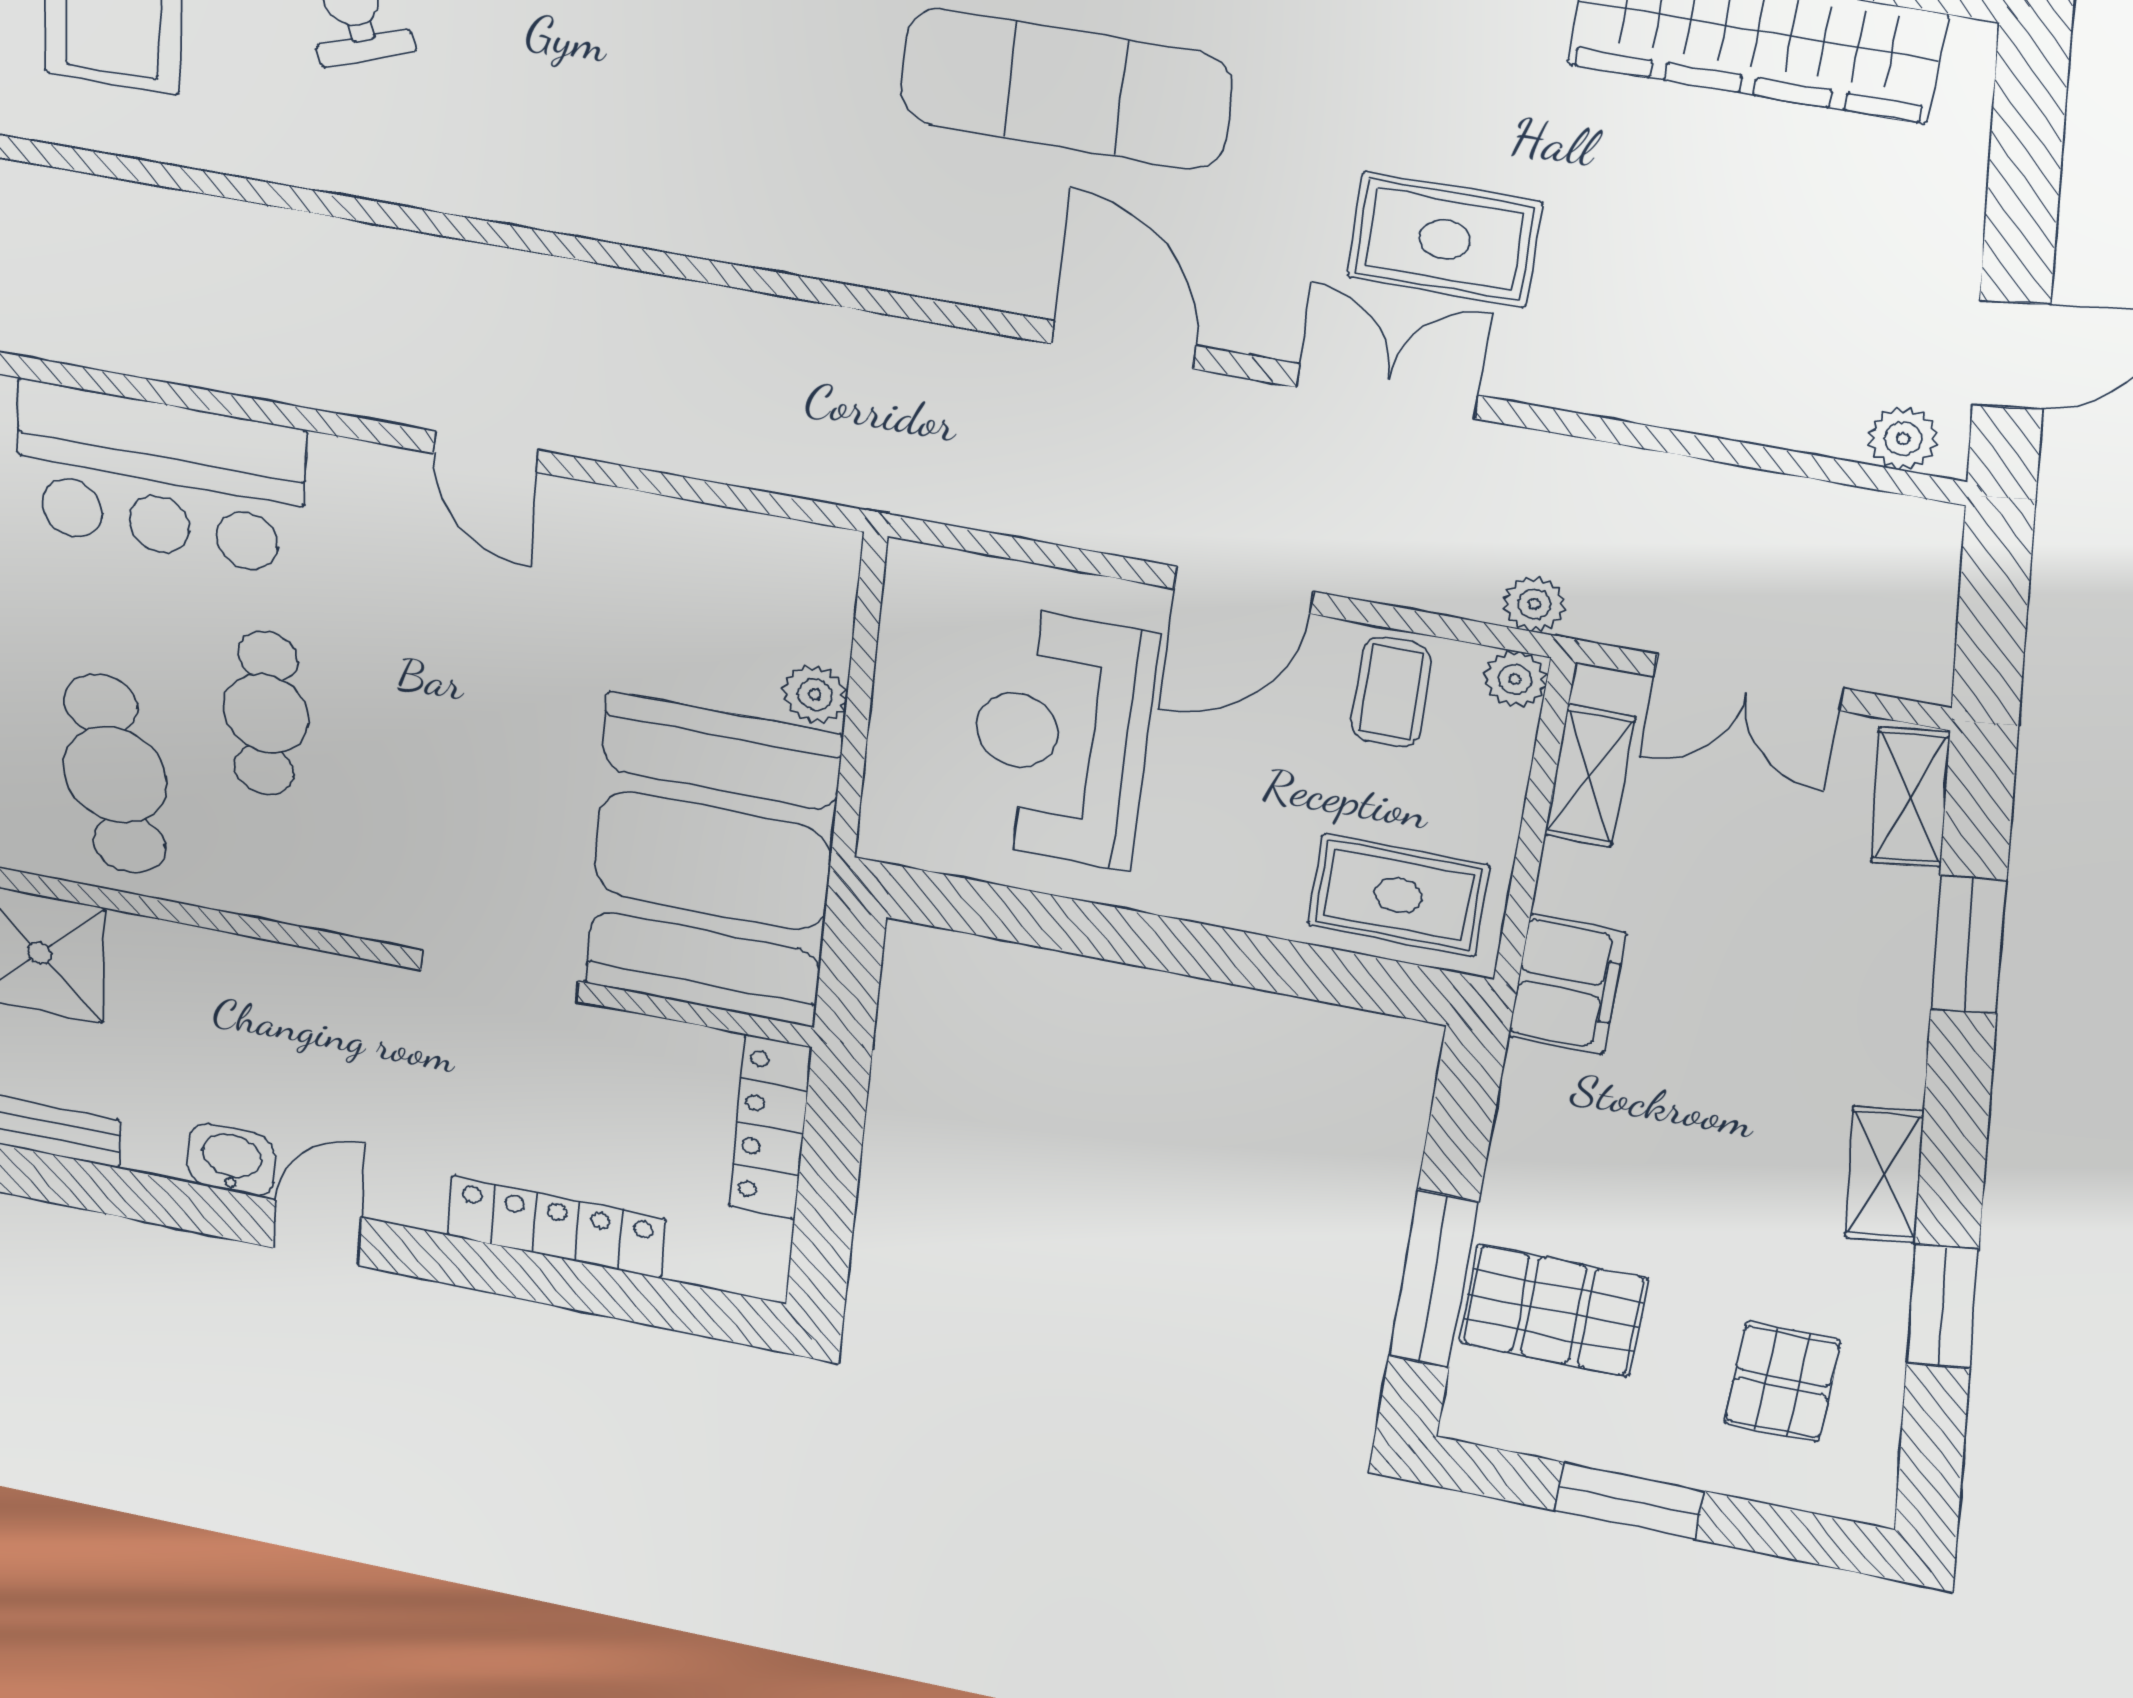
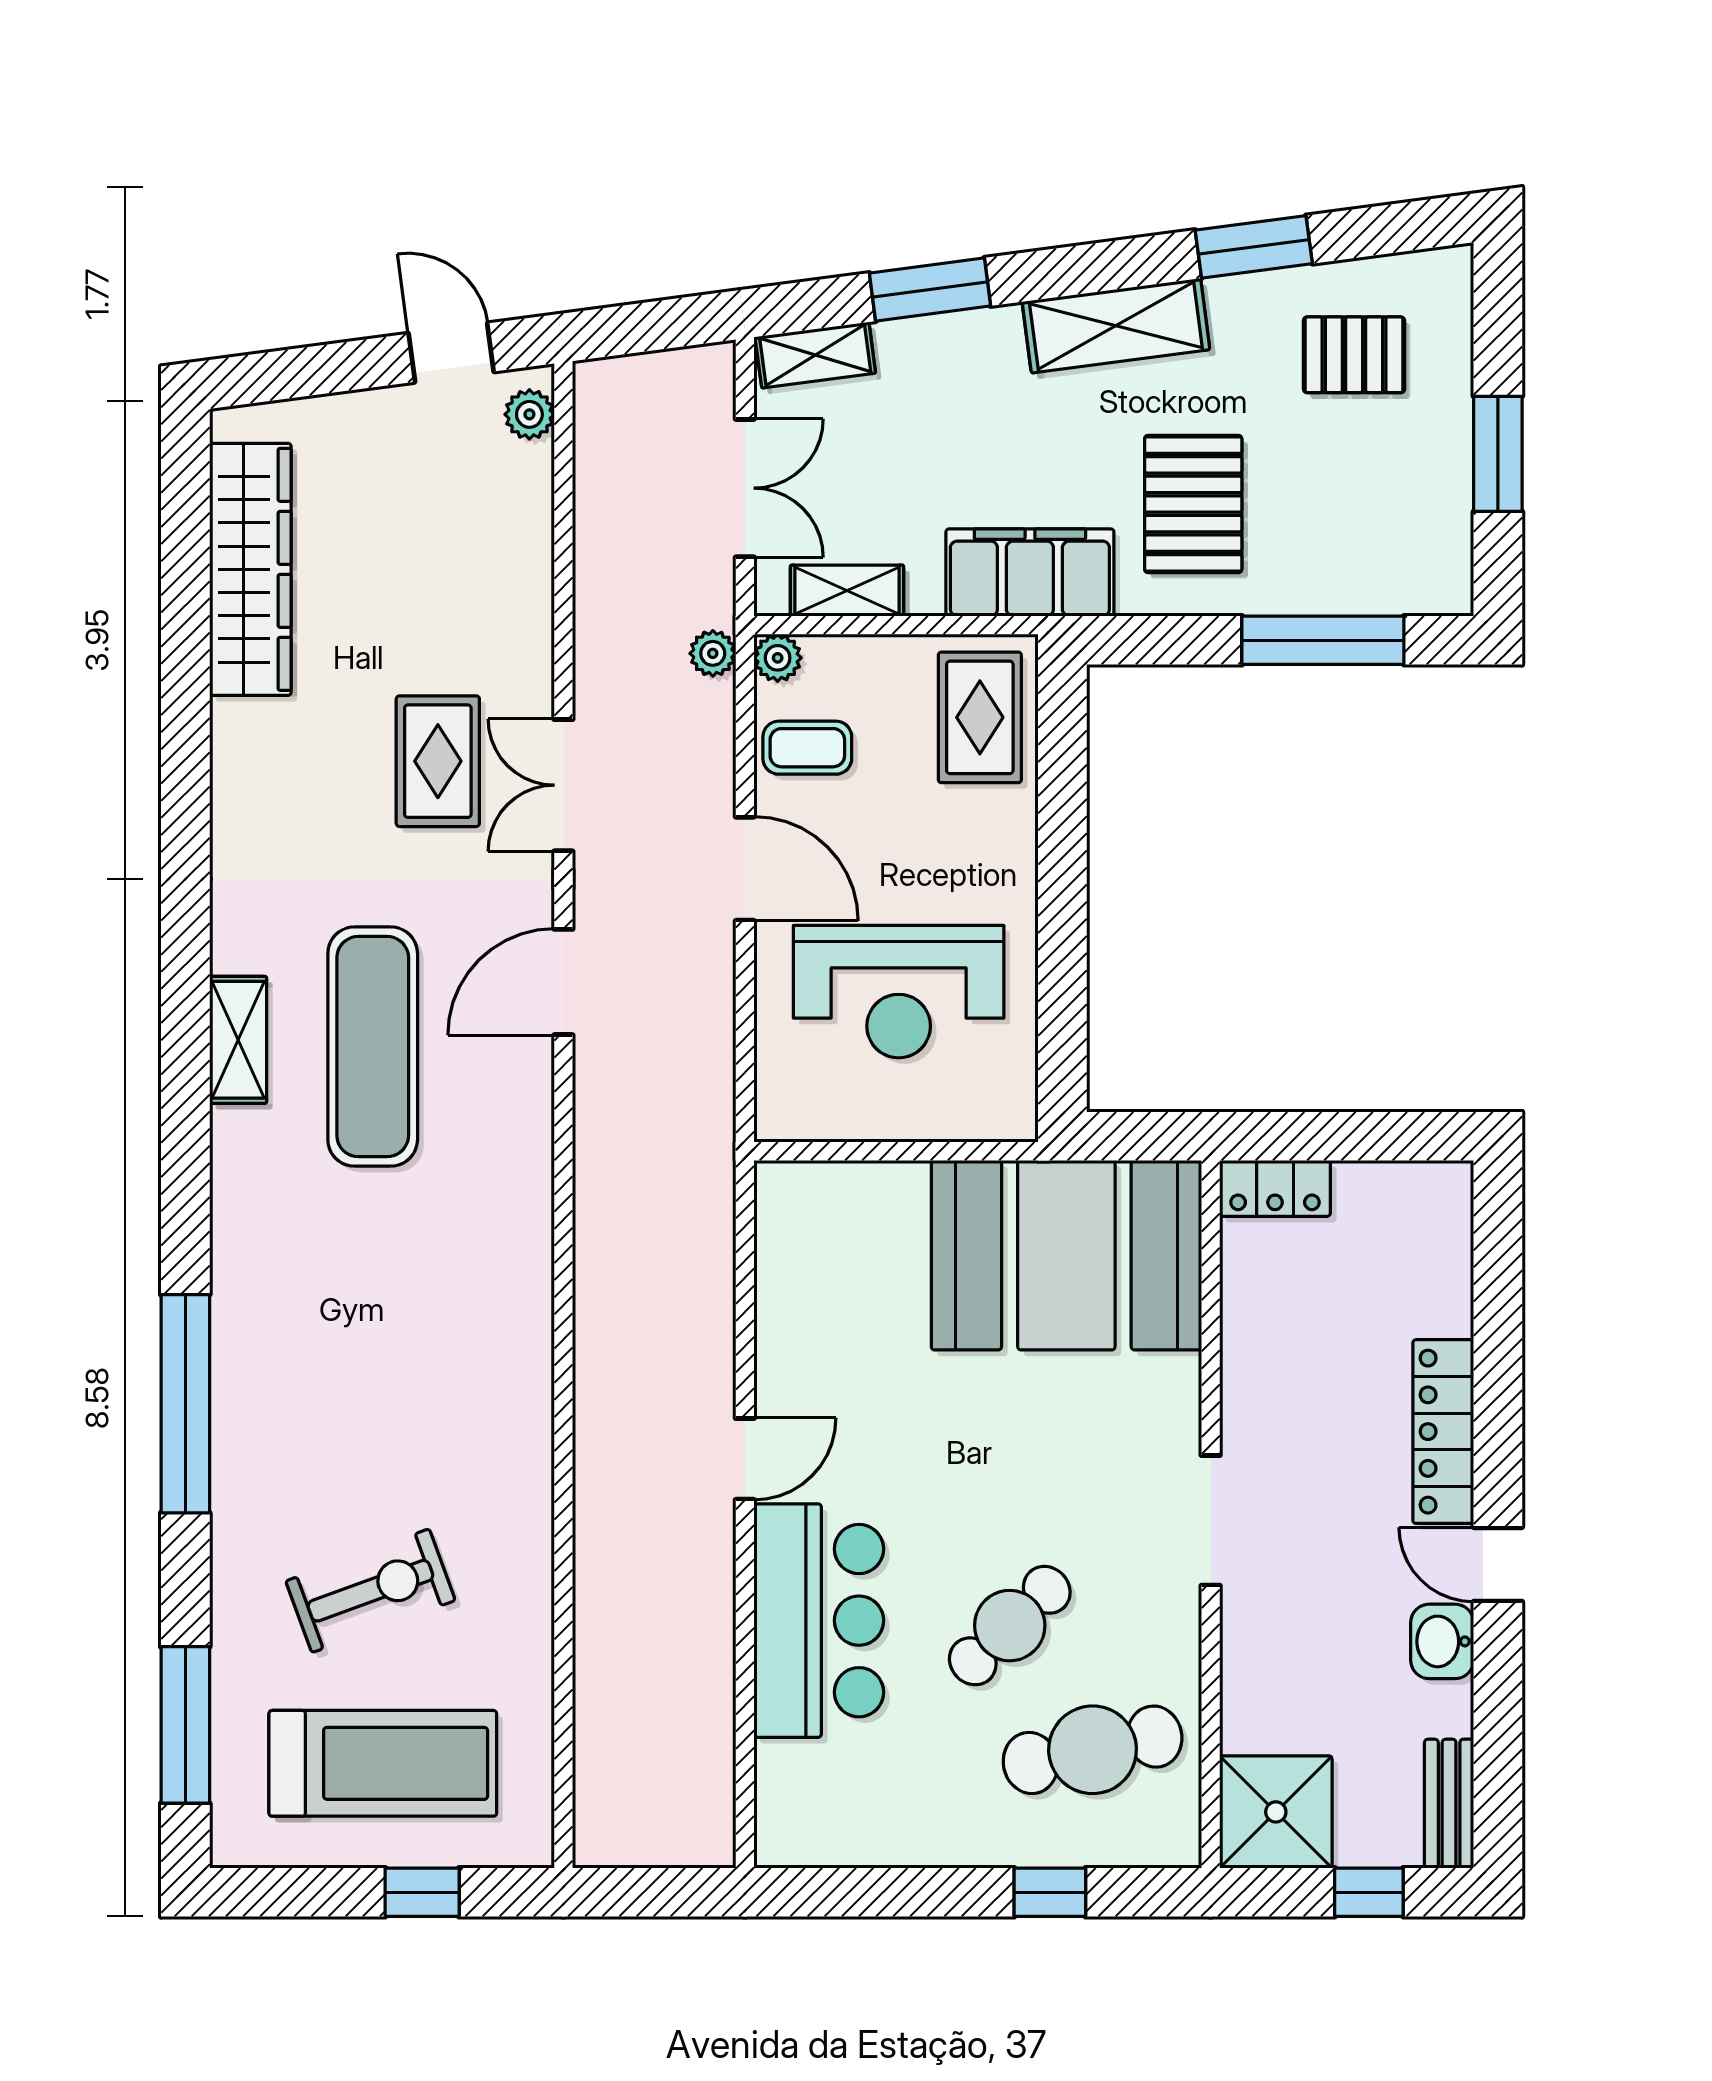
bar counter: (160, 478) -> (819, 1621), moved
plant: (815, 694) -> (901, 1186), removed
cafe table: (266, 713) -> (1010, 1626), turned -44
doorway: (500, 976) -> (1211, 1520), moved
filing cabinet: (1567, 984) -> (1030, 572), width x1.50, depth x1.17
locker: (770, 1128) -> (1275, 1188), width x0.66
shelving: (1884, 1175) -> (1116, 326), width x1.50, depth x1.33
locker: (556, 1227) -> (1443, 1432), moved
pallet: (1553, 1311) -> (1193, 504), moved

